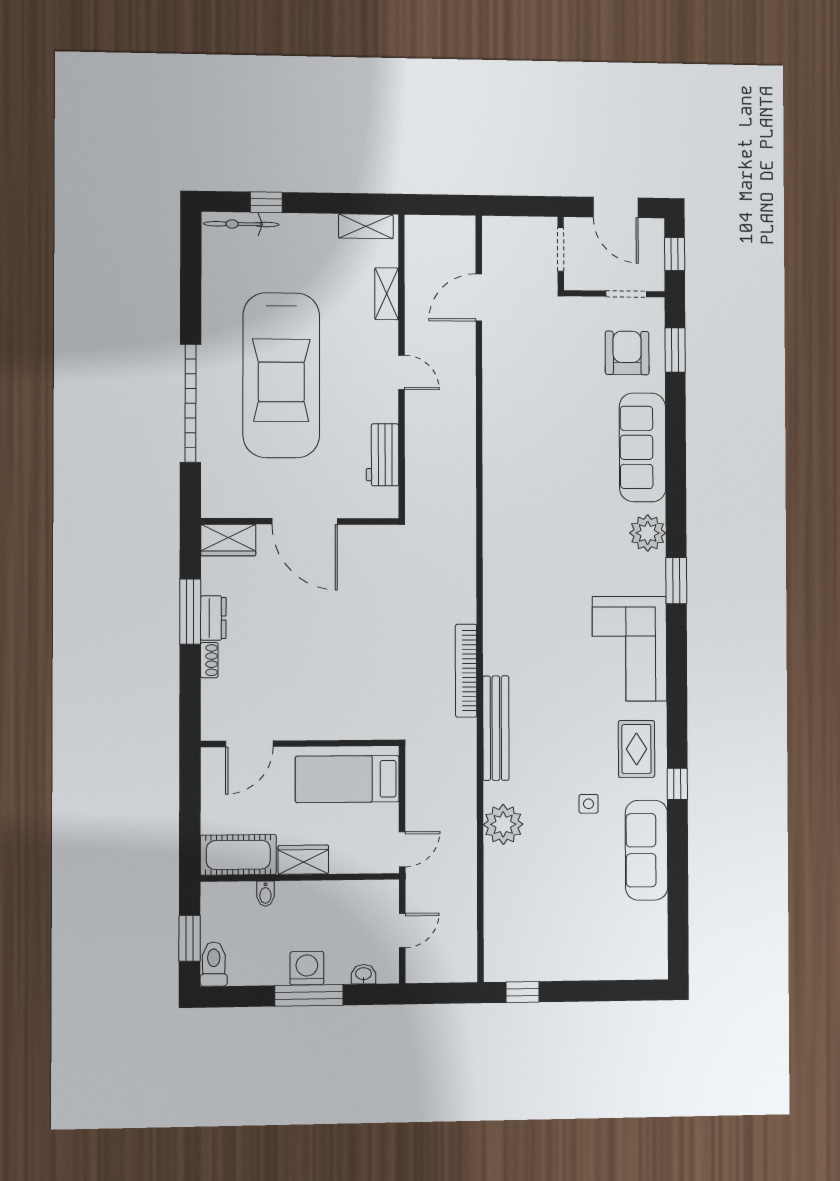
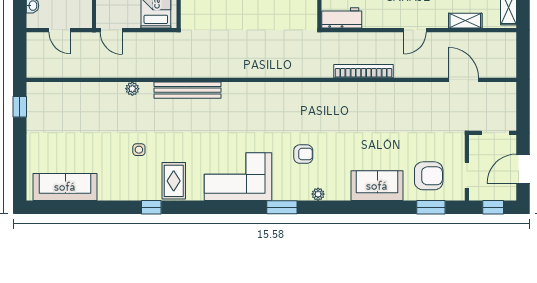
sofa: (643, 447) -> (377, 186), width x0.73
workbench: (382, 455) -> (342, 18), moved
plant: (648, 533) -> (318, 194), width x0.53, depth x0.53
armchair: (594, 547) -> (303, 154), added
bookcase: (466, 671) -> (364, 71), moved
rug: (636, 749) -> (174, 181), turned 90
plant: (503, 824) -> (132, 89), width x0.53, depth x0.53
sofa: (646, 850) -> (65, 187), moved

